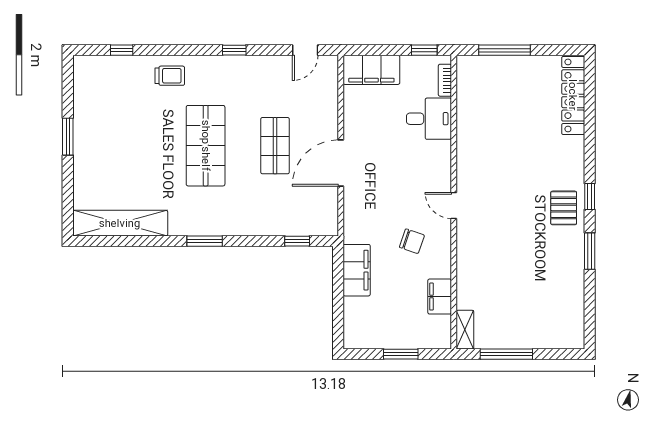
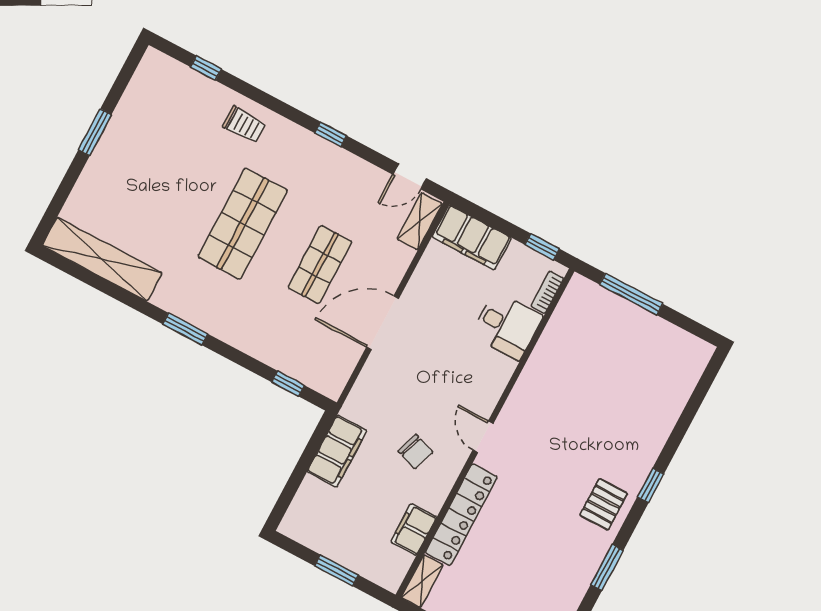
shelving: (329, 78) -> (420, 221), added
locker: (573, 95) -> (461, 515), moved, turned 180
window: (590, 196) -> (651, 485), moved

